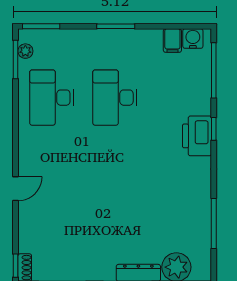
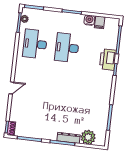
water cooler: (193, 39) -> (89, 20), moved
printer: (197, 136) -> (108, 60), moved

